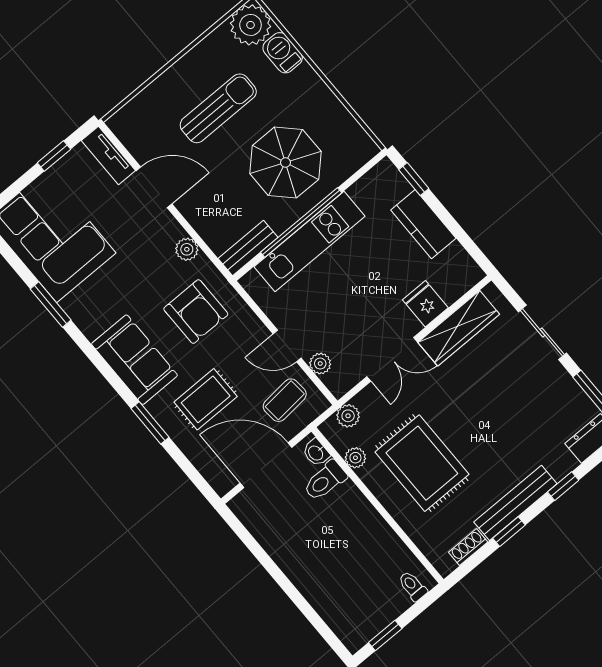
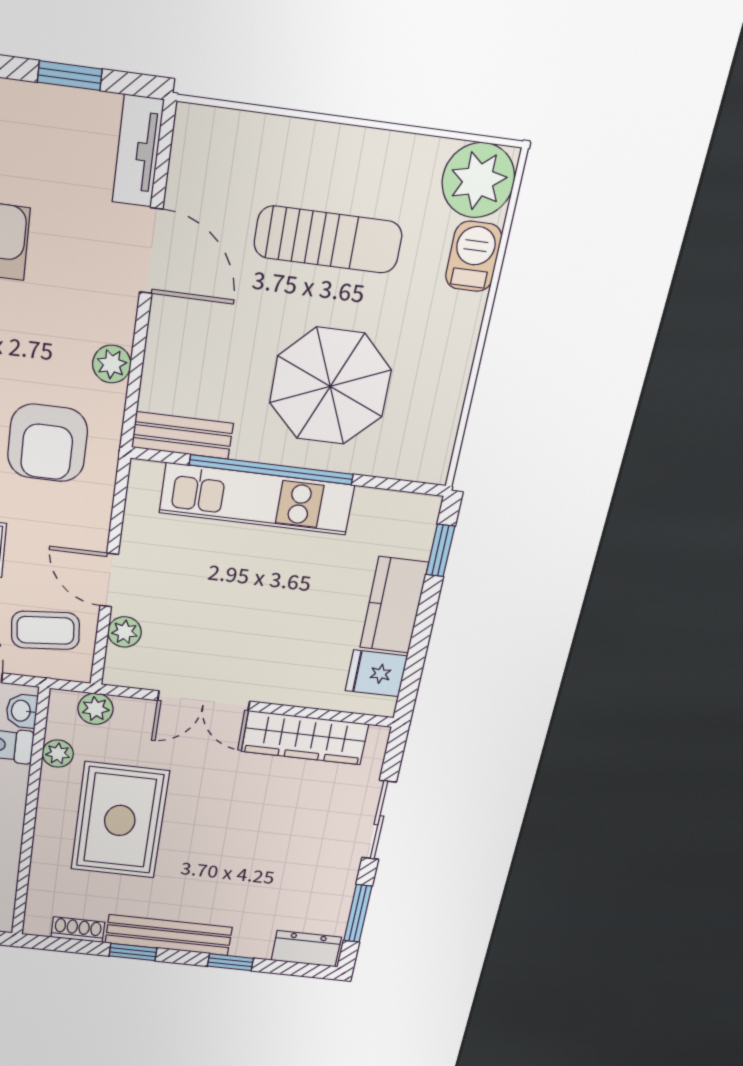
fridge: (425, 304) -> (376, 673), moved, turned -90

